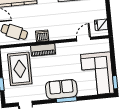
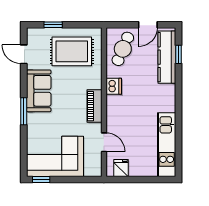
piano: (43, 50) -> (94, 106), moved
sofa: (61, 89) -> (39, 91), moved

